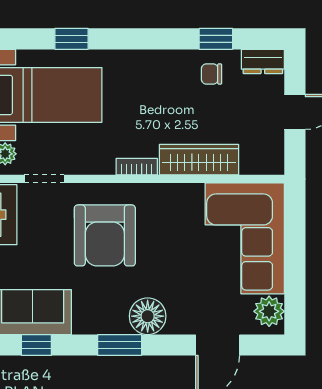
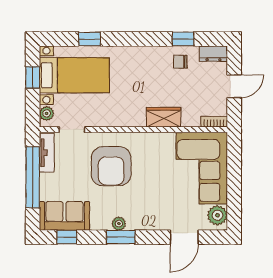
wardrobe: (199, 160) -> (164, 117), width x0.67
bookcase: (137, 167) -> (214, 122), moved
floor lamp: (148, 316) -> (139, 218), removed
plant: (117, 324) -> (119, 224), added

